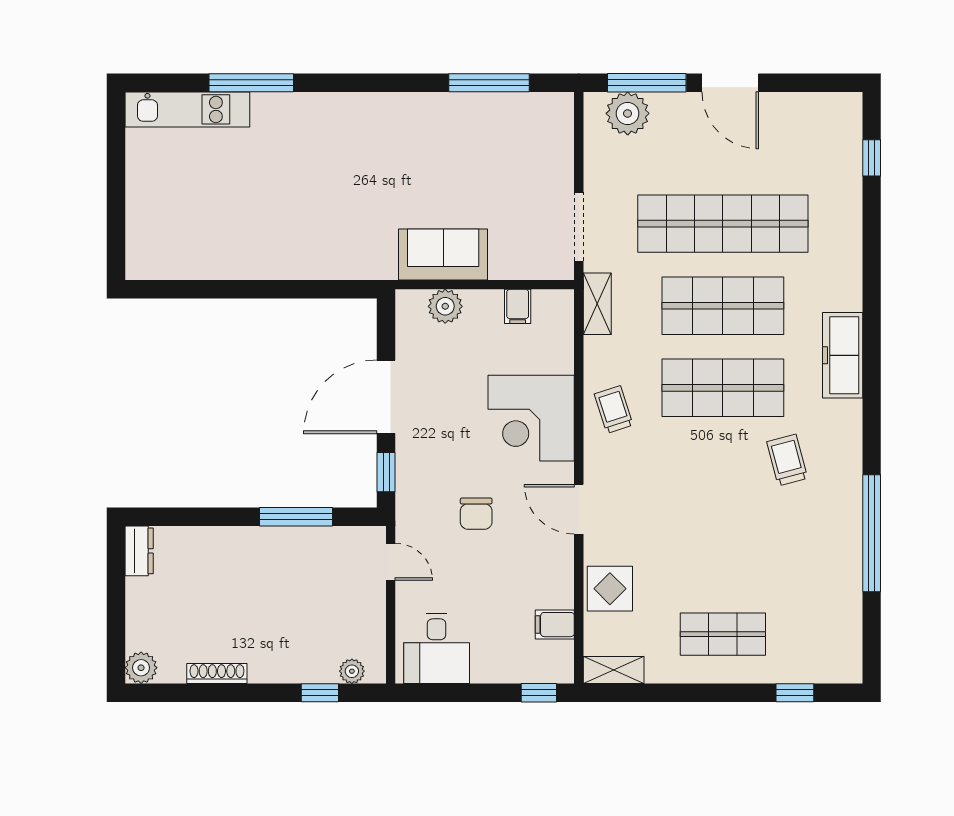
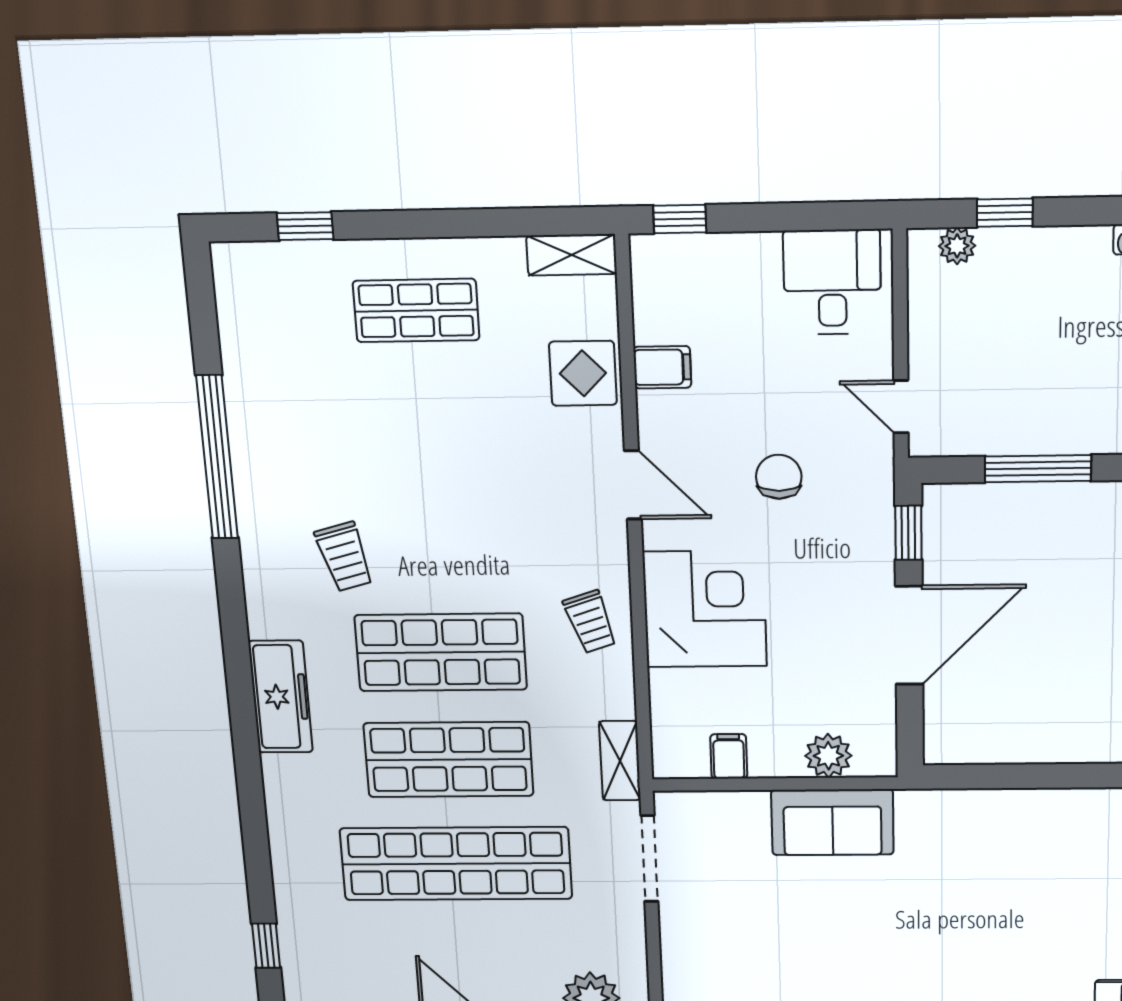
filing cabinet: (555, 625) -> (662, 367), moved

